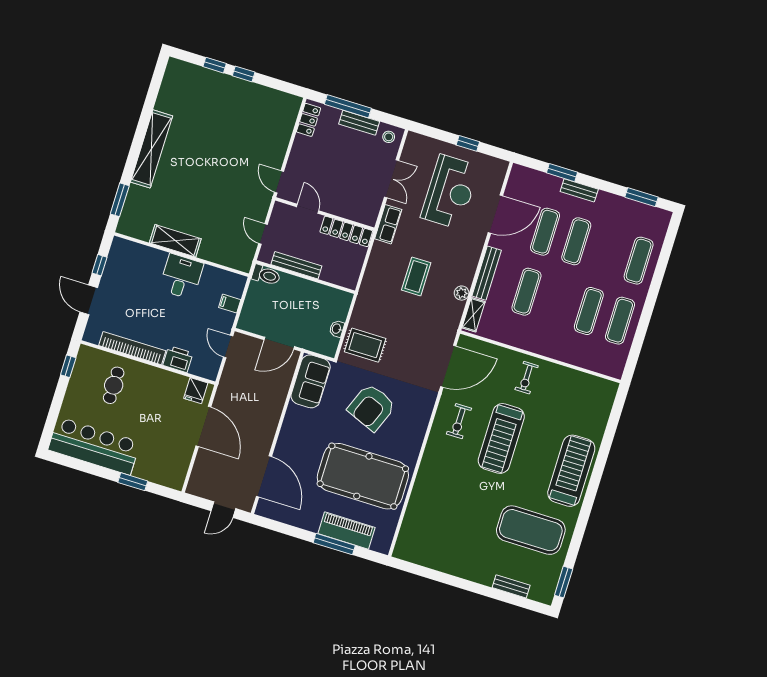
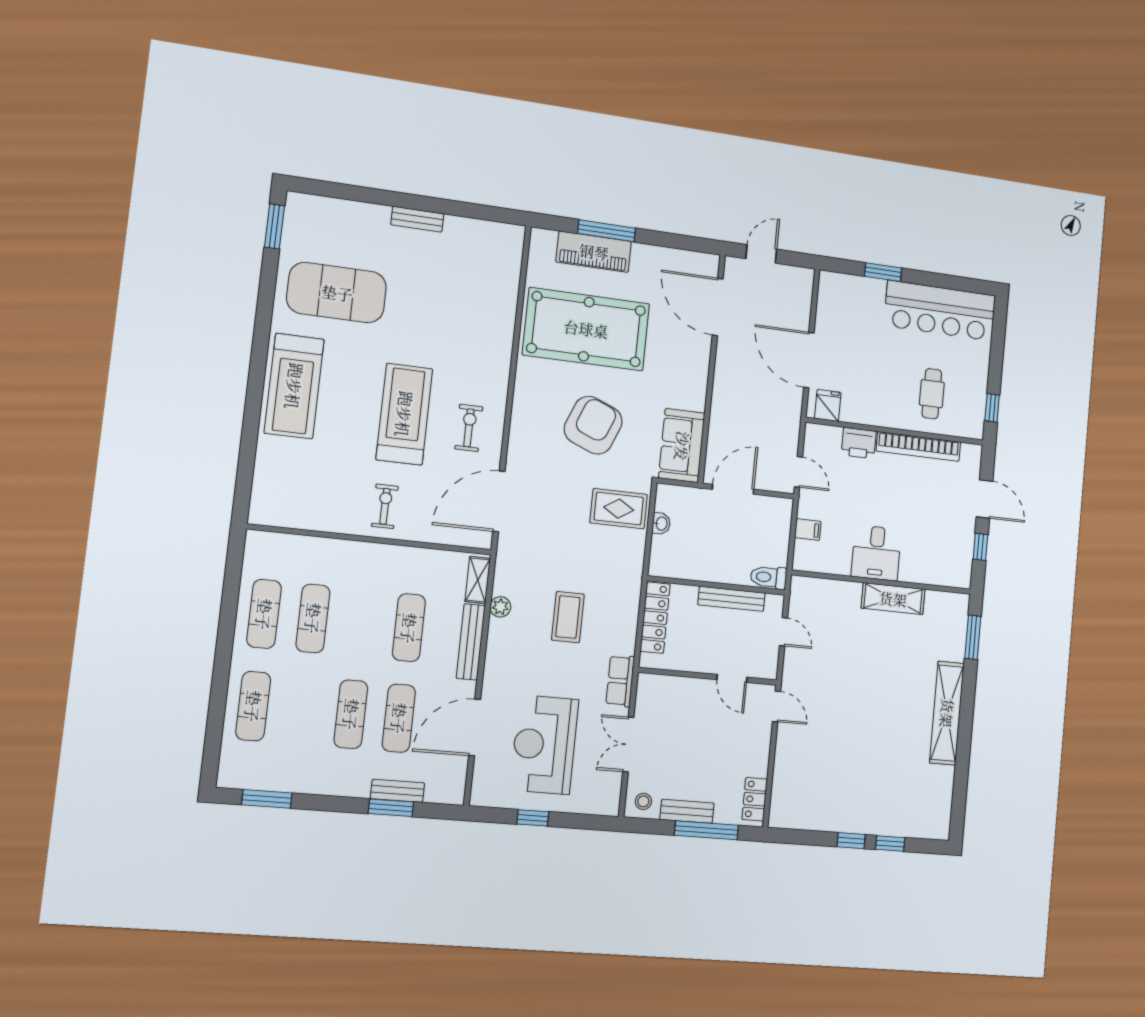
bench: (579, 190) -> (398, 791), moved
locker: (346, 231) -> (655, 618), moved, turned 90
bench: (511, 586) -> (417, 219), moved

